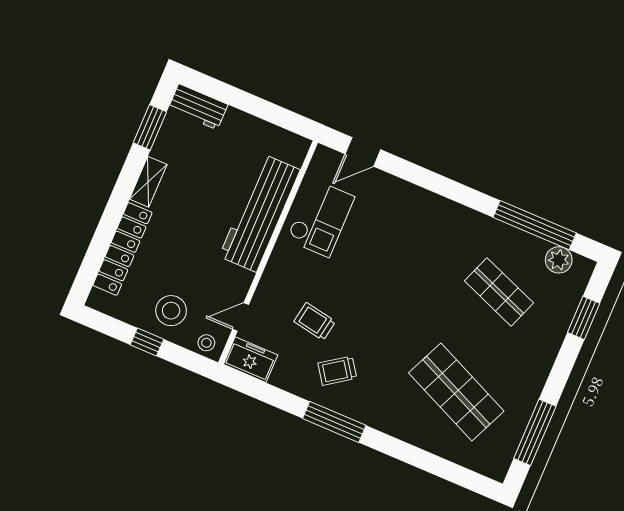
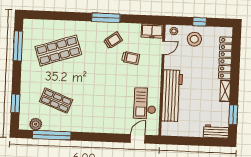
shop shelf: (456, 392) -> (58, 51), turned -42

